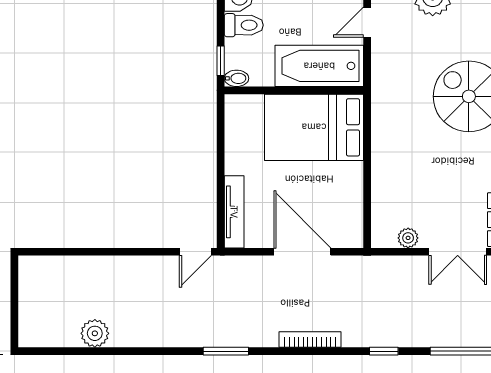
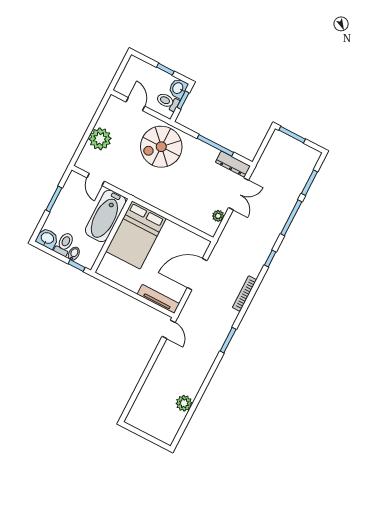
bidet: (236, 78) -> (74, 254), moved

